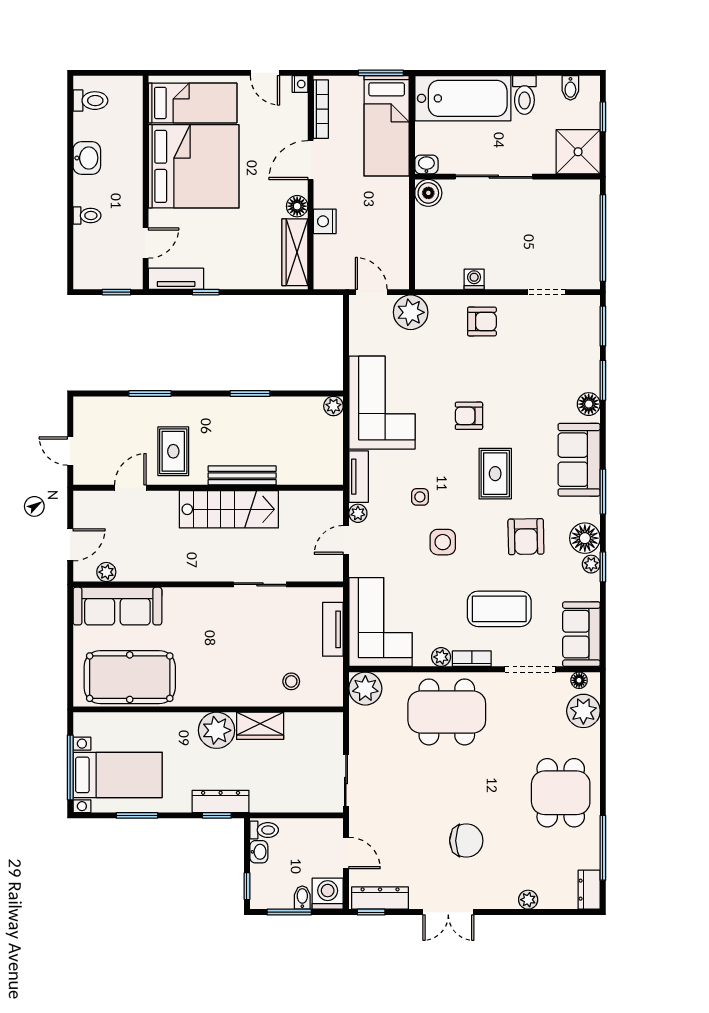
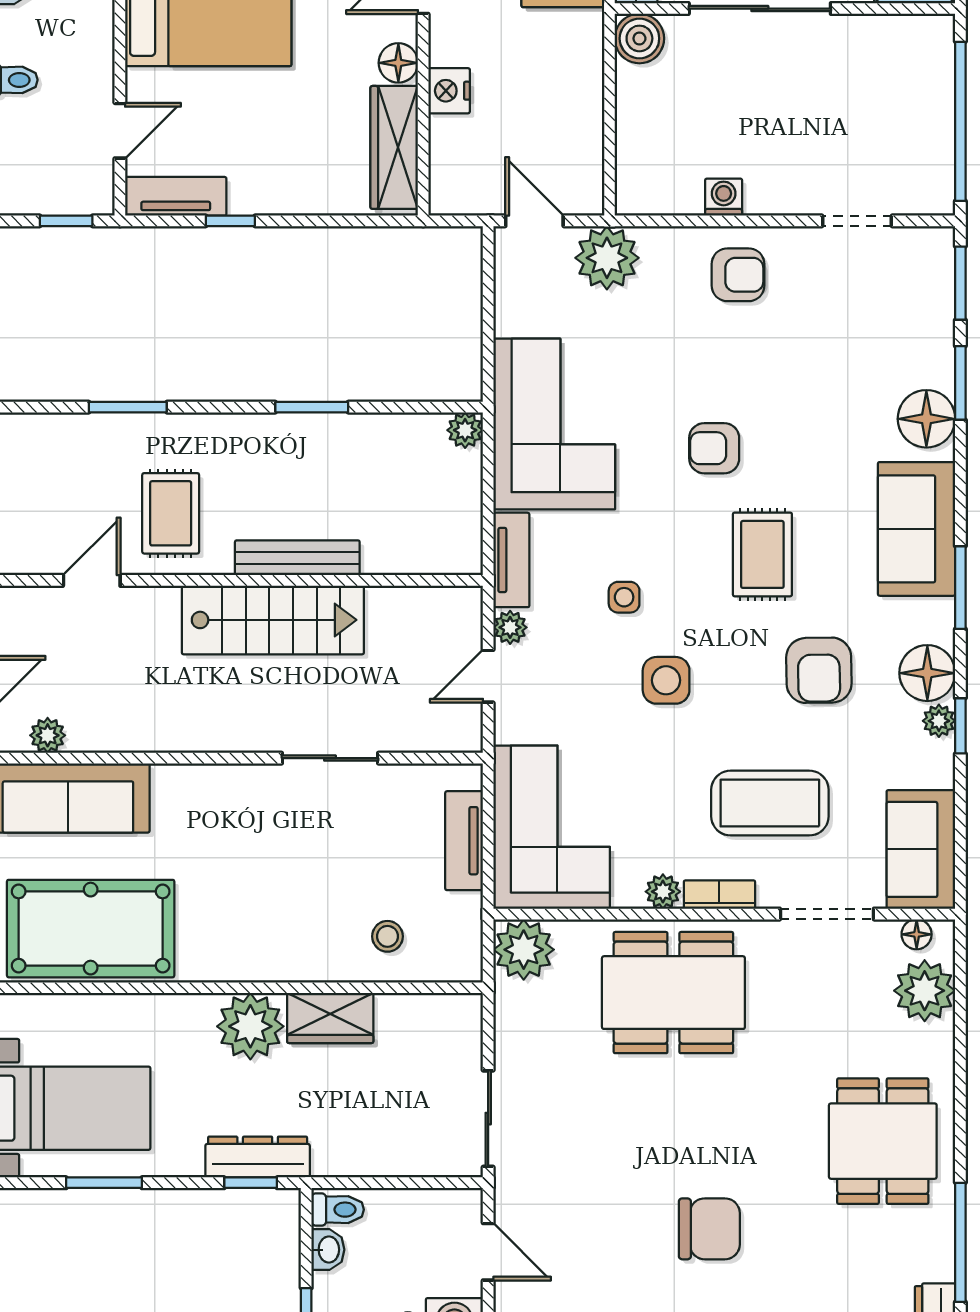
floor lamp: (589, 404) -> (926, 419), width x1.38, depth x1.38

